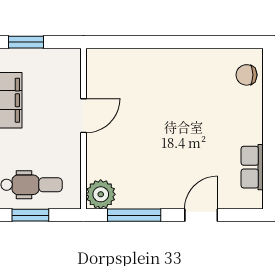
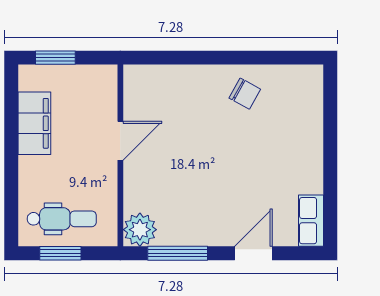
chair: (246, 75) -> (245, 94), moved, turned -151
row of seats: (252, 167) -> (311, 221), moved

